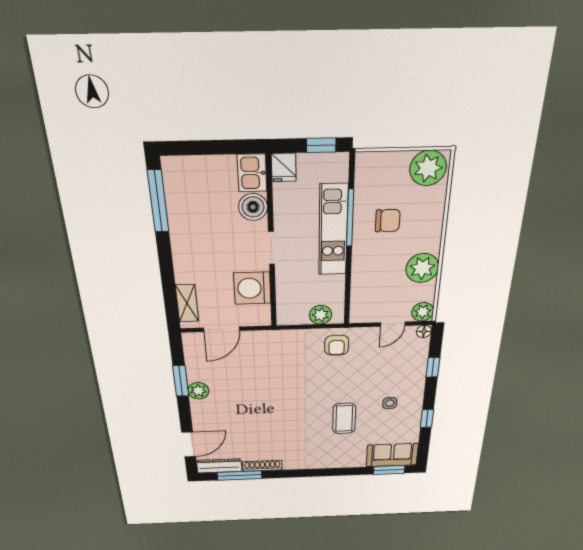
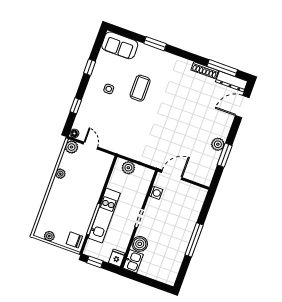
plant: (428, 168) -> (49, 236), width x0.53, depth x0.53
window: (158, 201) -> (194, 240), moved
chair: (388, 221) -> (74, 240), moved
plant: (422, 268) -> (60, 174), width x0.53, depth x0.53
washing machine: (252, 288) -> (156, 193), width x0.53, depth x0.53
shelving: (187, 303) -> (197, 204), removed
door: (393, 324) -> (90, 146), hinge flipped
door: (222, 329) -> (172, 175), moved
armchair: (337, 345) -> (126, 144), removed
window: (389, 470) -> (155, 44), moved

